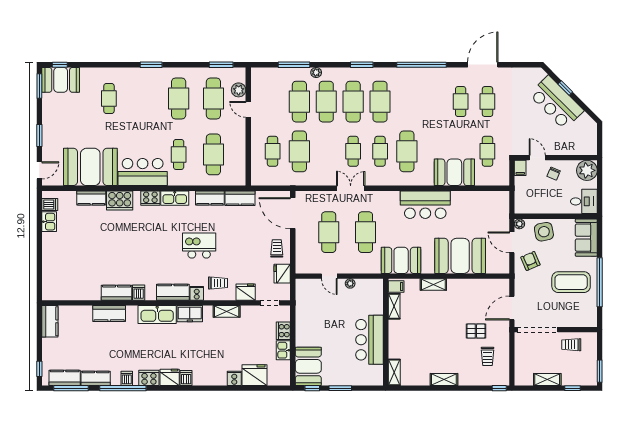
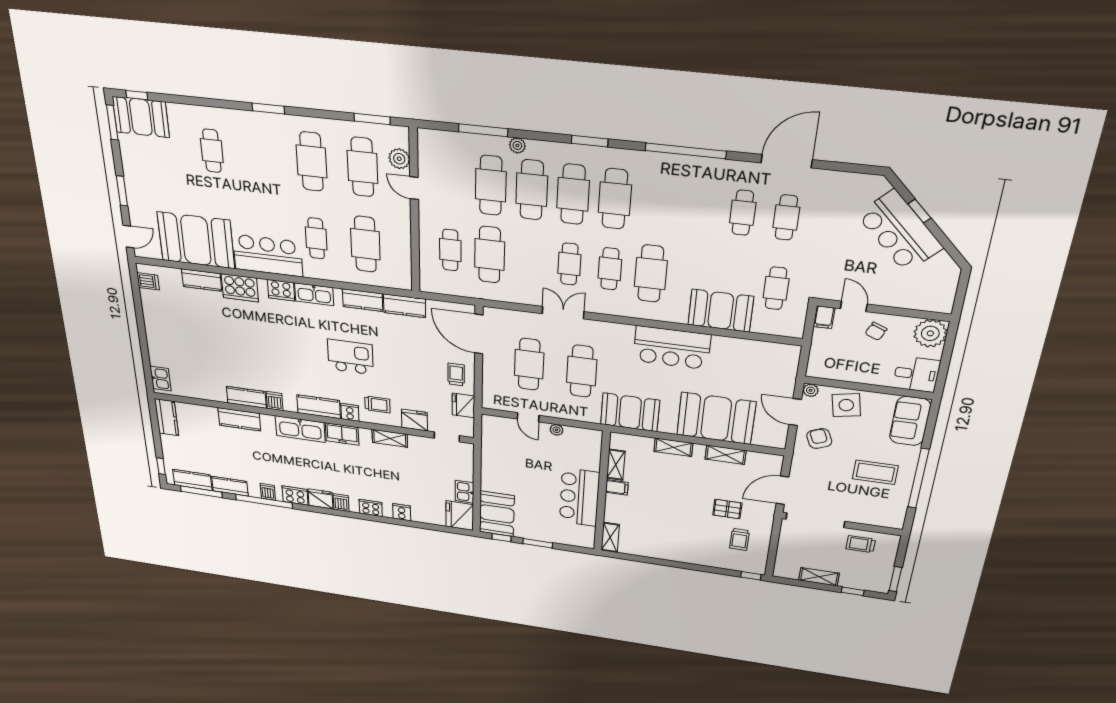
kitchen sink: (49, 222) -> (161, 379), moved
coffee table: (571, 282) -> (875, 472), width x0.73, depth x0.76
filing cabinet: (396, 287) -> (617, 487), moved
cooker: (283, 331) -> (371, 508), moved, turned 90
fridge: (255, 375) -> (460, 516), moved, turned -90
shelving: (444, 379) -> (726, 455), moved

